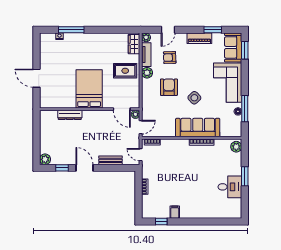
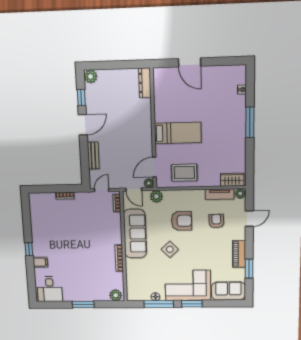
window: (71, 30) -> (250, 122), moved
door: (168, 30) -> (249, 219), swing flipped
window: (245, 50) -> (192, 304), moved
rug: (125, 71) -> (184, 173), moved, turned 90
plant: (147, 73) -> (156, 196), moved
door: (36, 78) -> (190, 62), swing flipped
bed: (89, 89) -> (178, 133), width x0.67
dresser: (70, 115) -> (145, 83), moved
sofa: (198, 128) -> (135, 234), moved
desk: (230, 187) -> (50, 289), moved
filing cabinet: (175, 212) -> (40, 262), moved
window: (161, 221) -> (29, 249), moved

